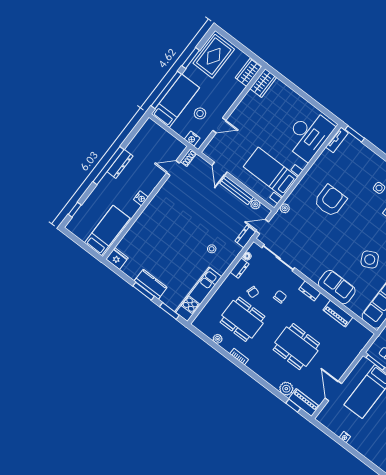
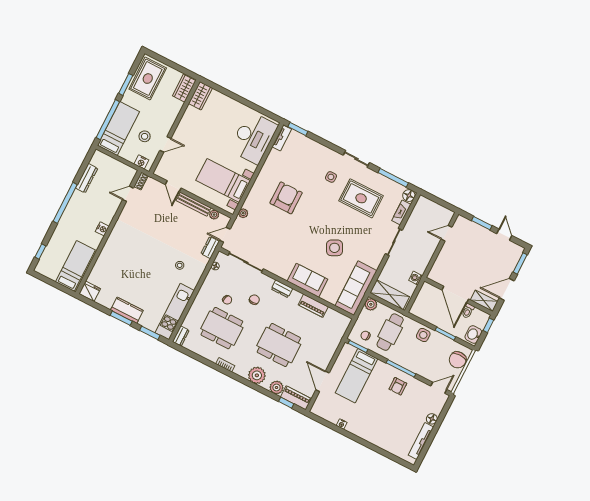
dresser: (120, 164) -> (87, 178), moved
dresser: (240, 268) -> (181, 336), moved
plant: (218, 339) -> (257, 375), moved, width x1.87, depth x1.87

